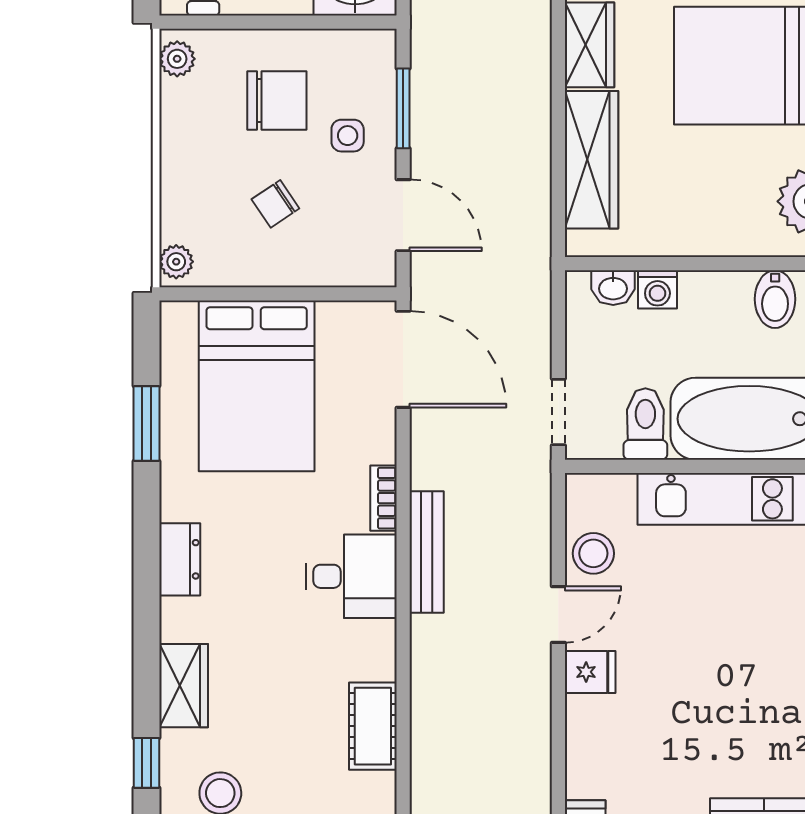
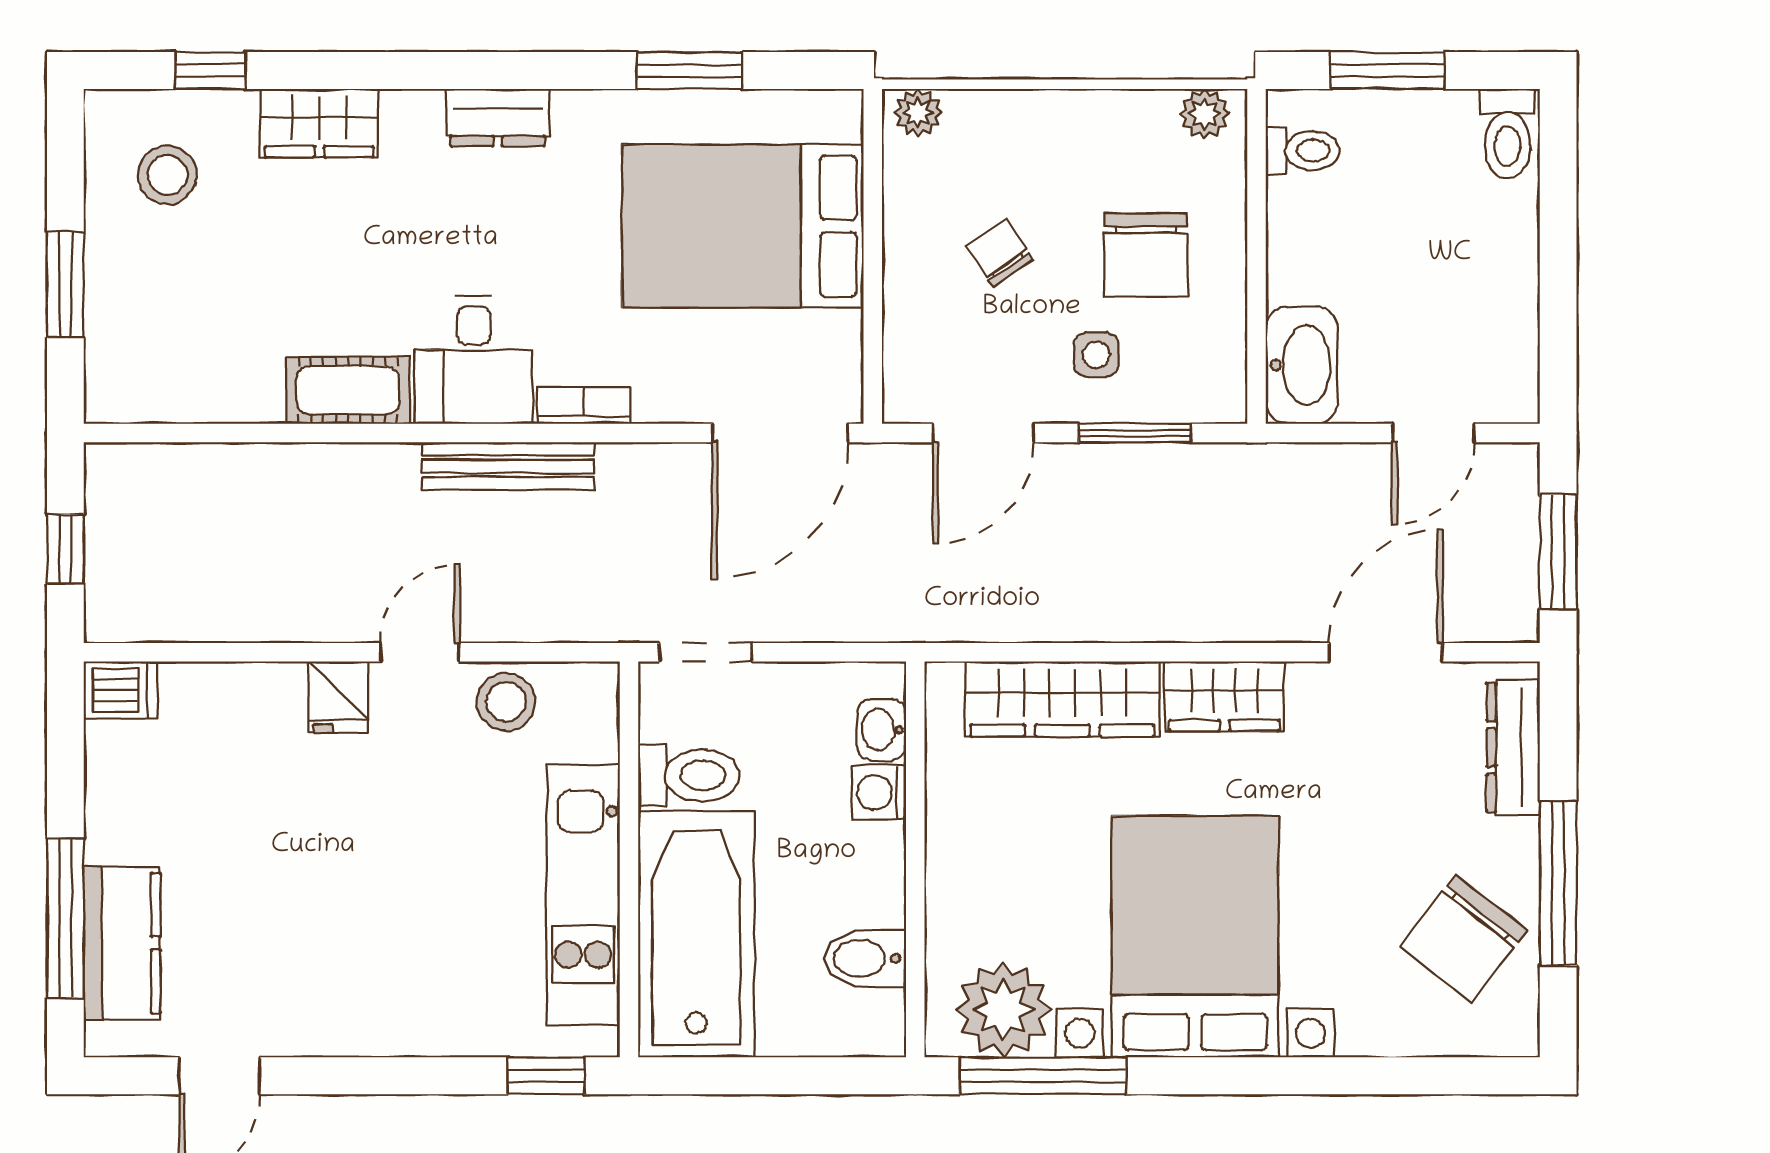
door: (558, 615) -> (420, 652), swing flipped
cot: (373, 726) -> (348, 390), moved

